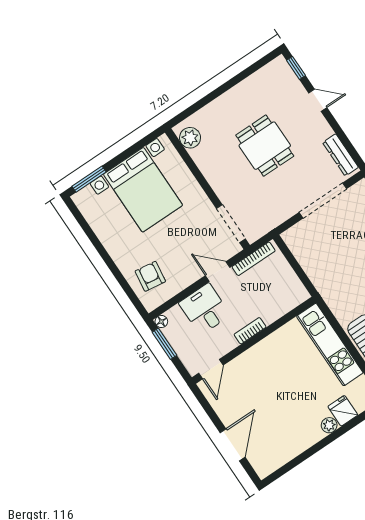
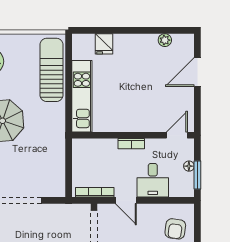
floor lamp: (161, 321) -> (189, 166), moved
plant: (329, 425) -> (165, 40), moved

